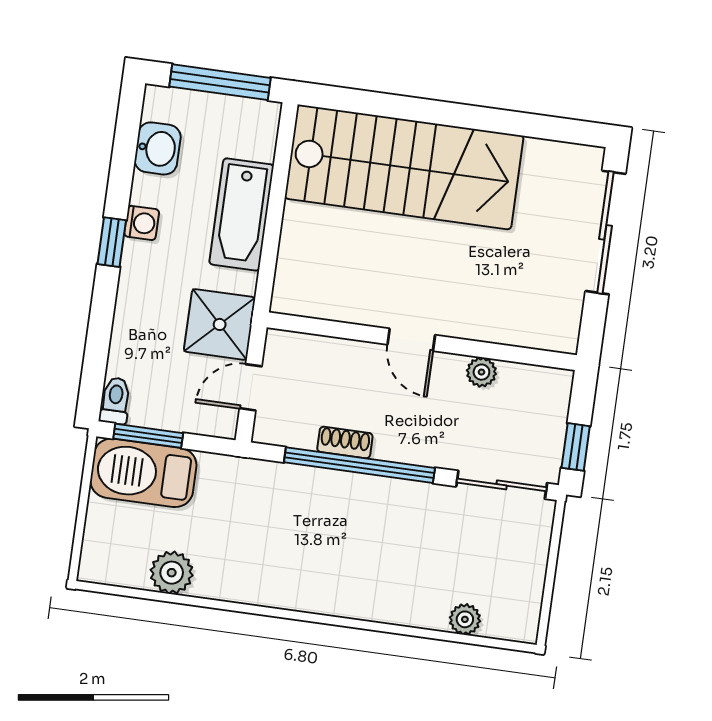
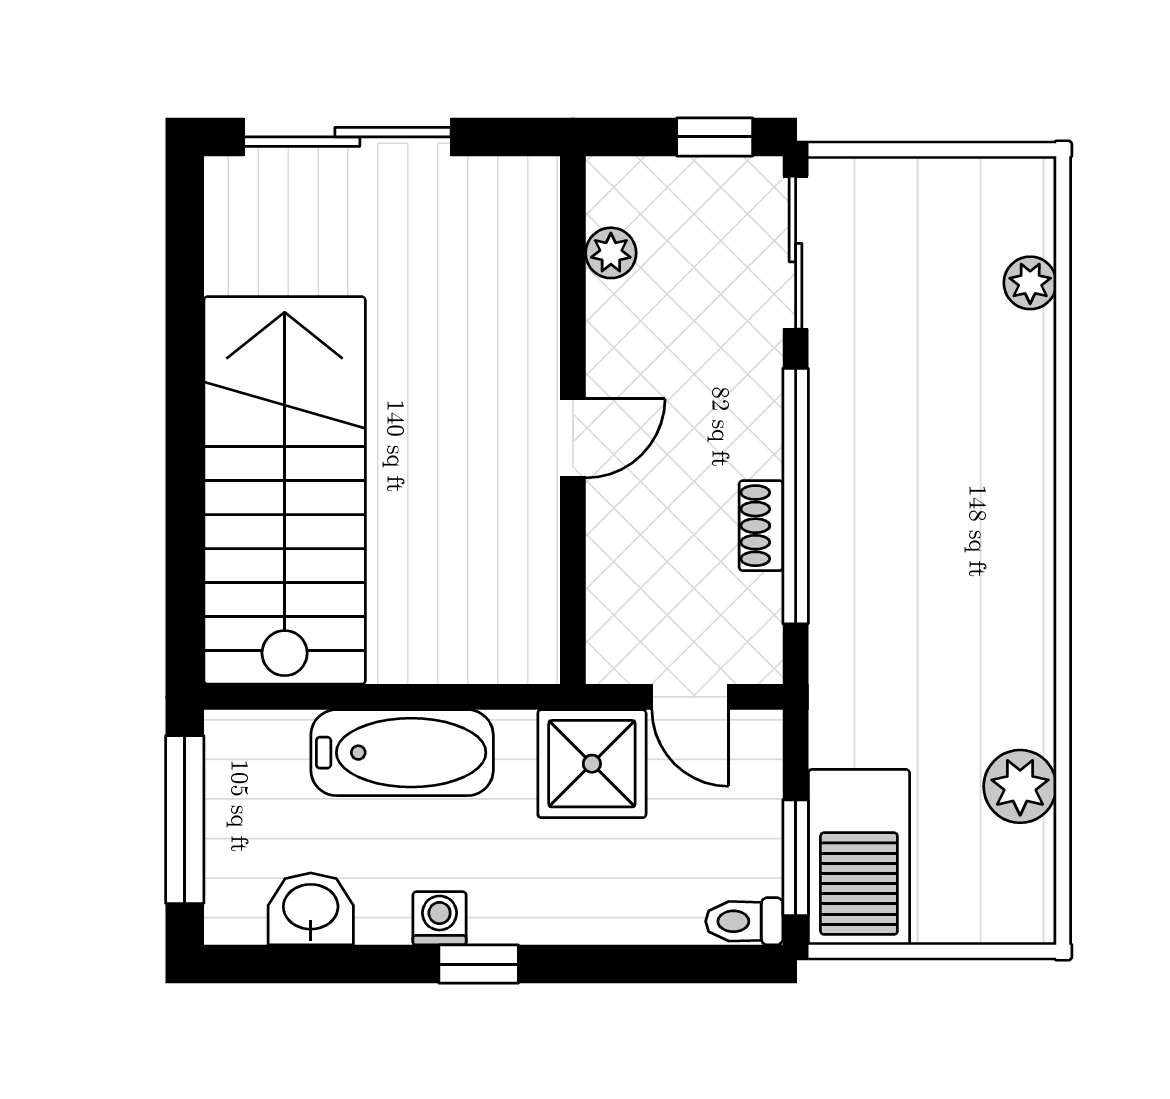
plant: (481, 372) -> (611, 253), moved

